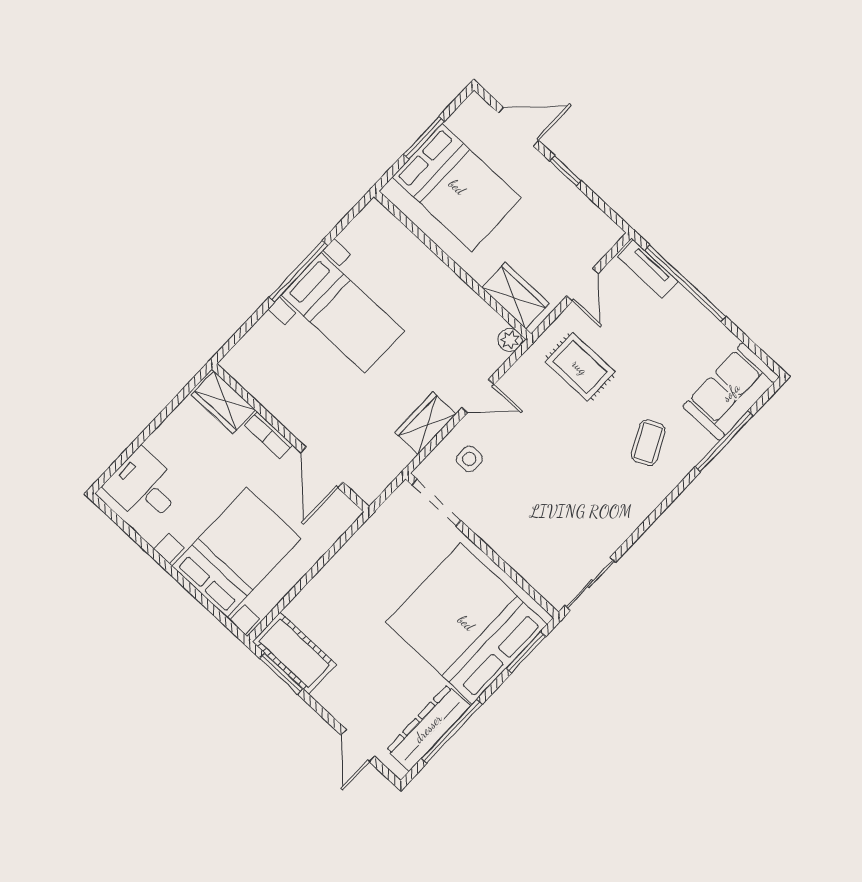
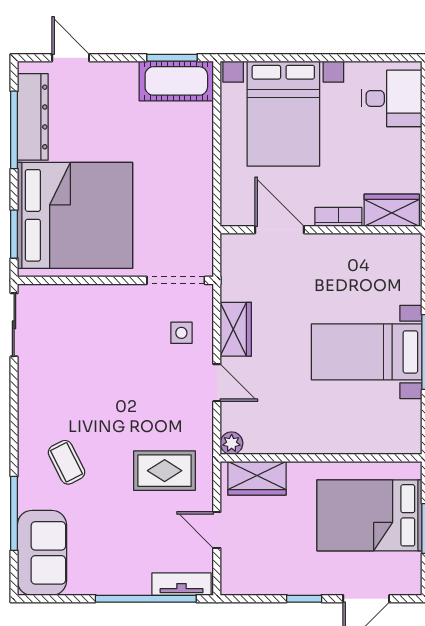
door: (478, 396) -> (217, 383), swing flipped

